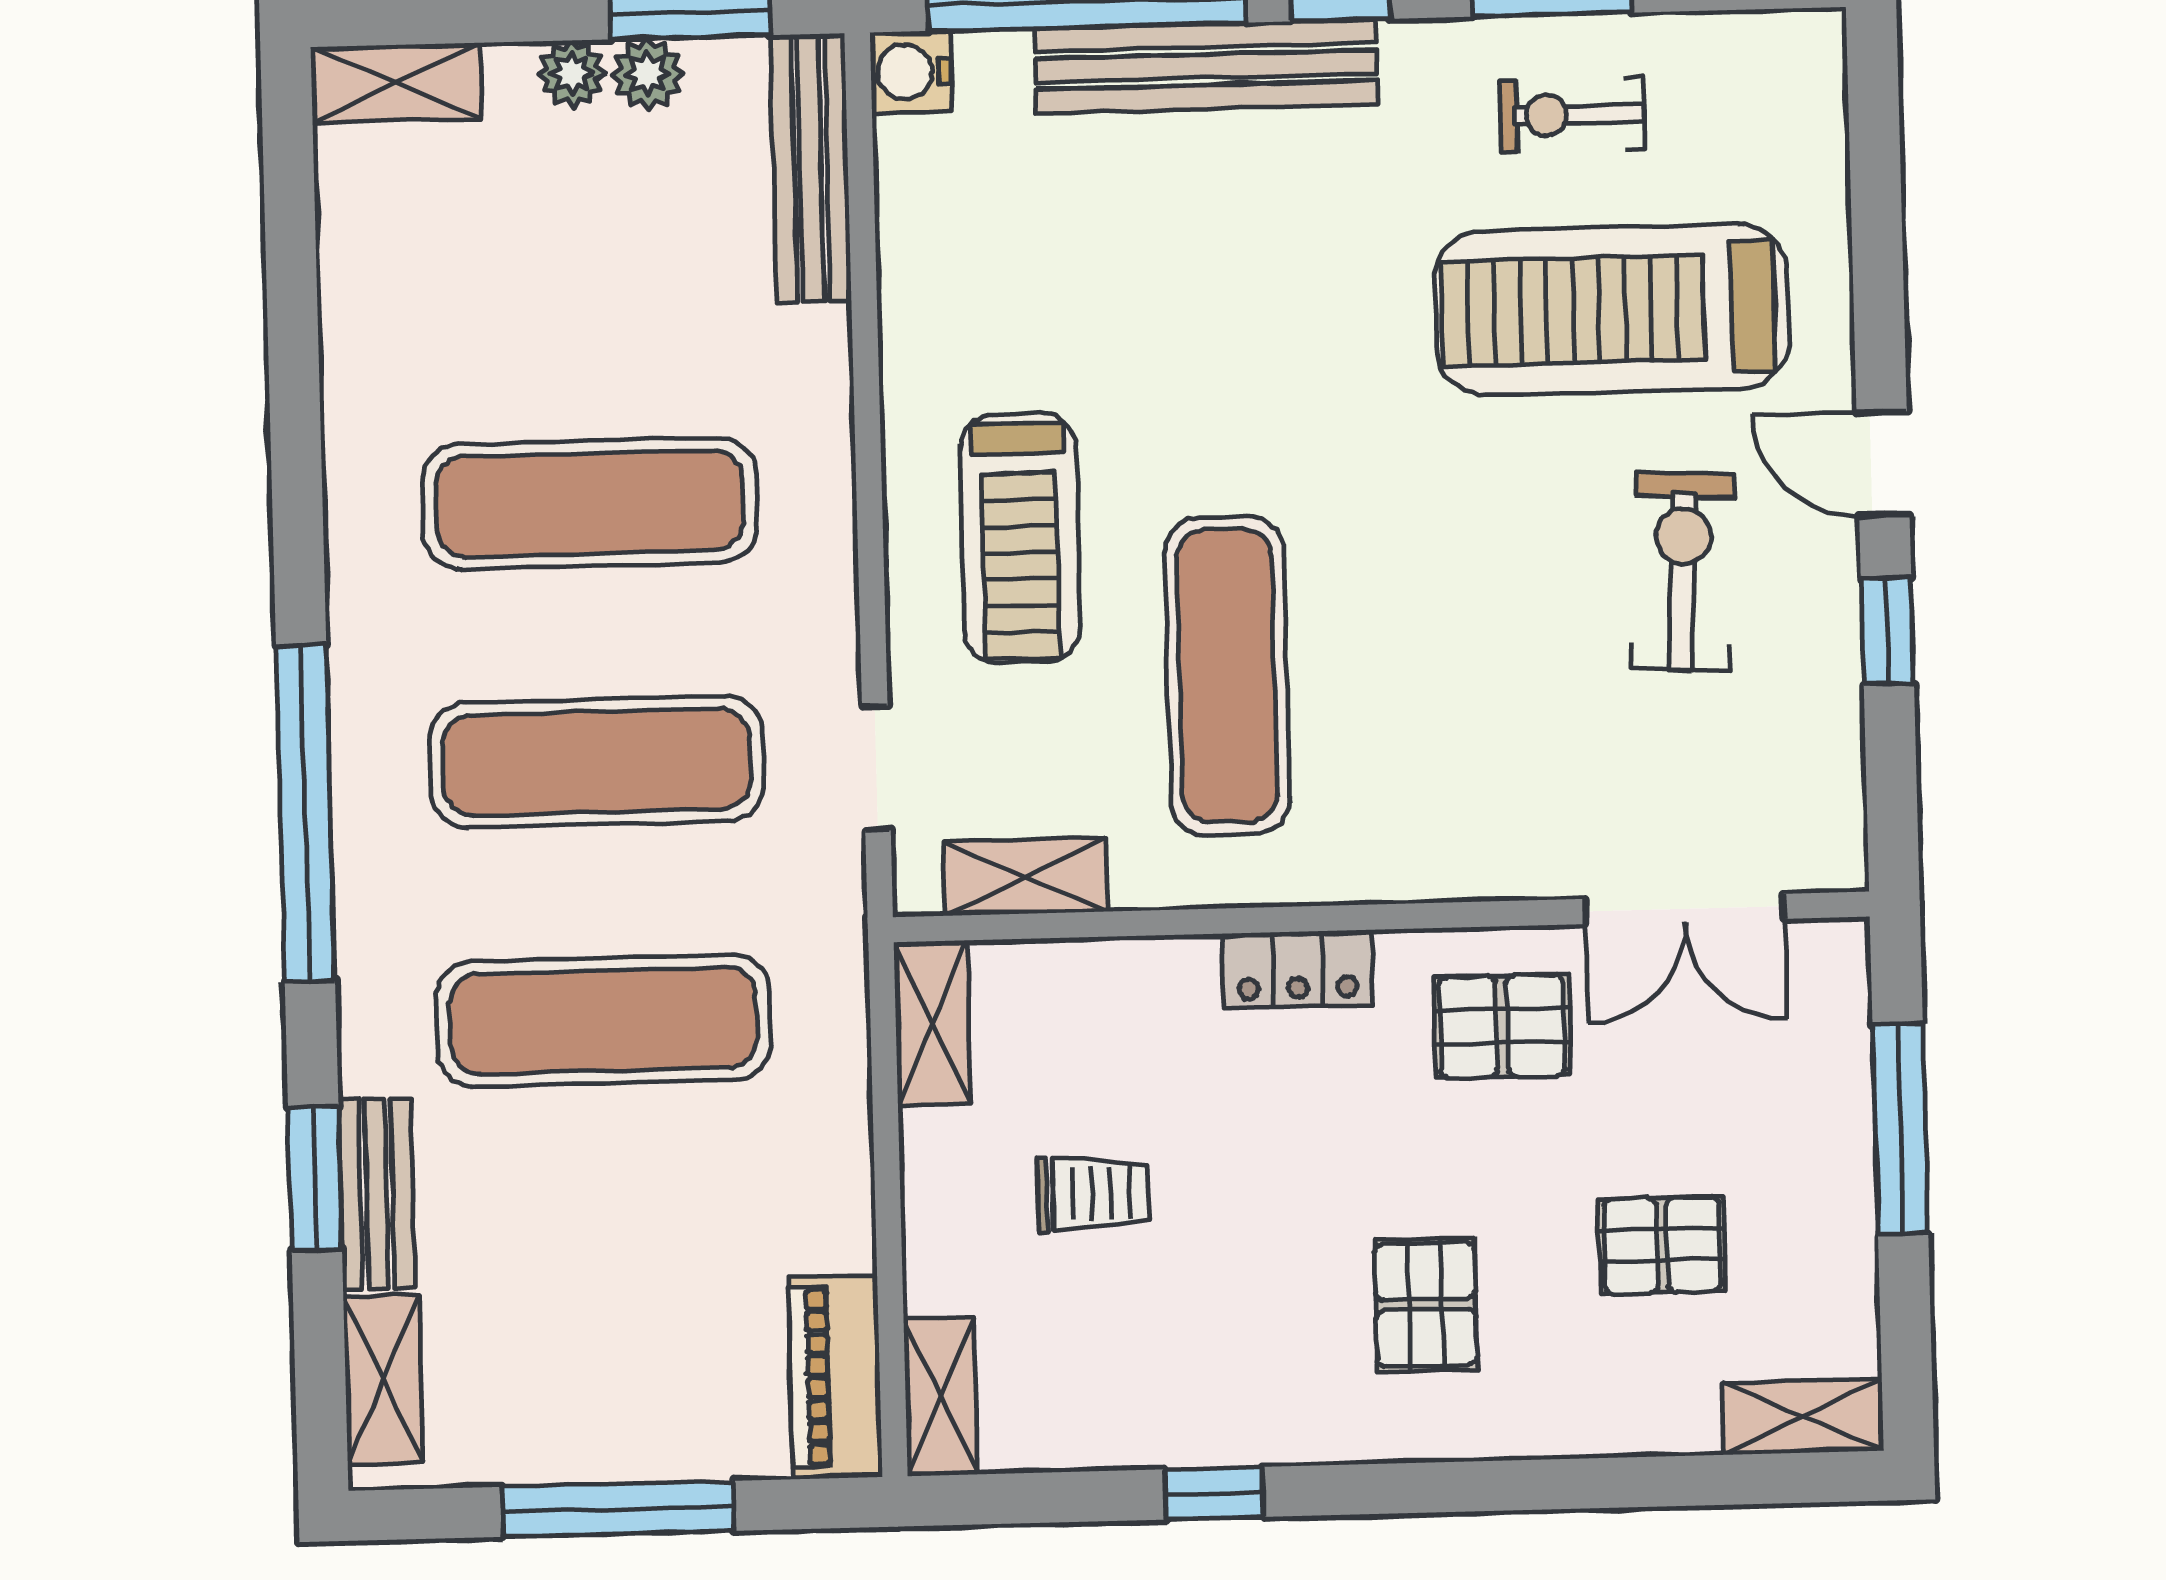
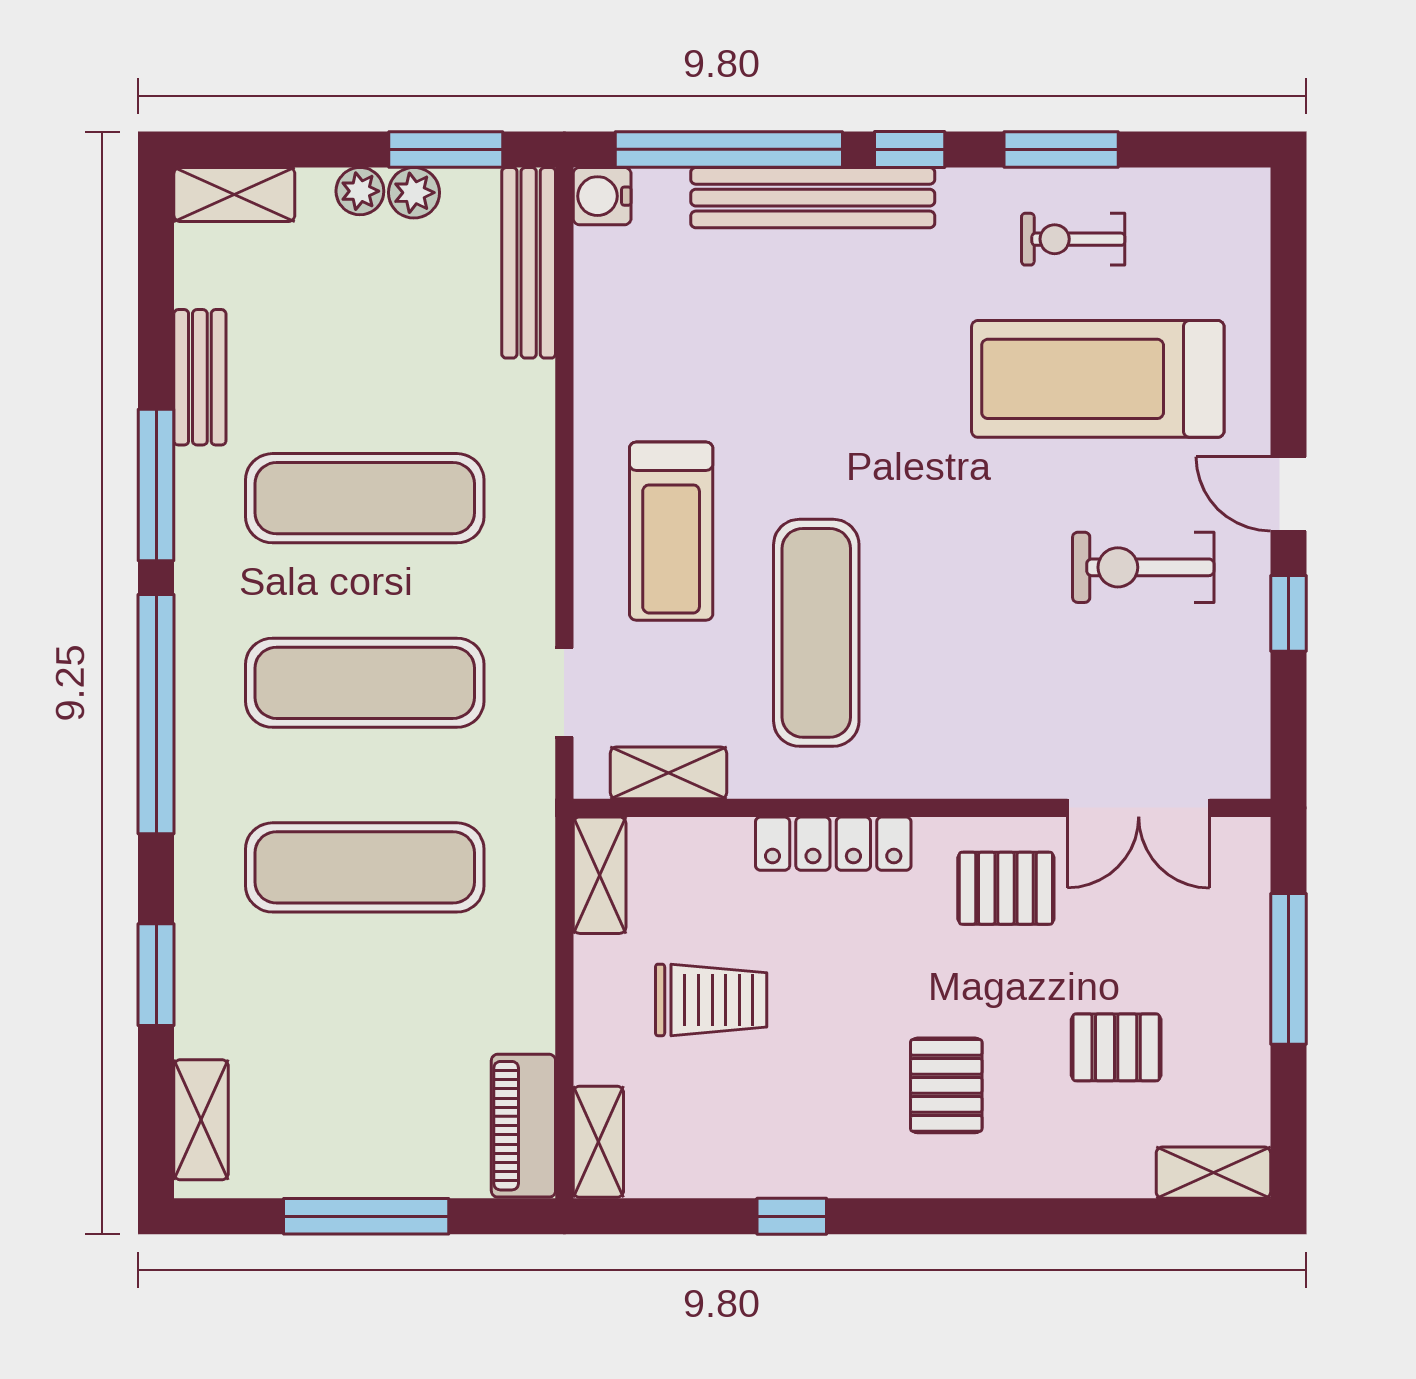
window: (297, 493) -> (156, 485), added
exercise bike: (1682, 572) -> (1143, 567), turned -93
locker: (1297, 969) -> (833, 844), width x1.53
trolley: (1093, 1193) -> (711, 1000), width x1.36, depth x1.39
bench: (377, 1194) -> (200, 377), moved

